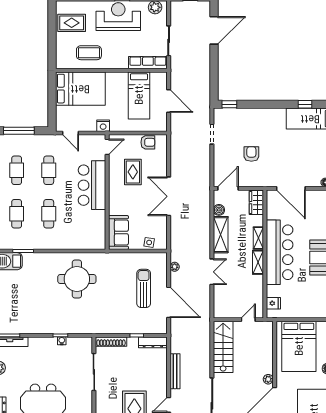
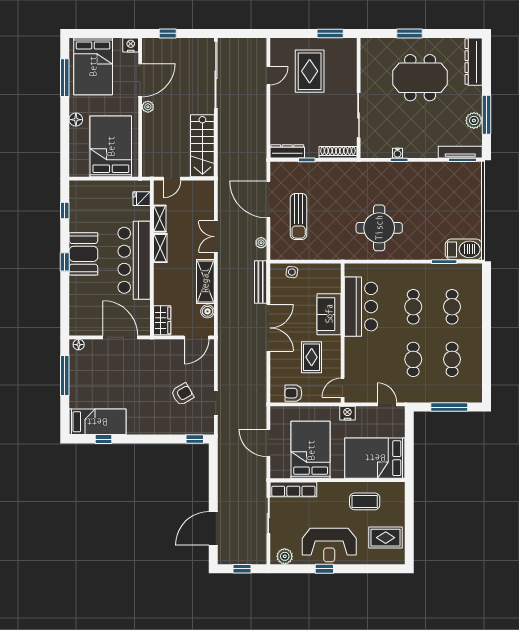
bed: (139, 95) -> (311, 450), width x1.50
armchair: (251, 154) -> (182, 394), moved, turned -120
bar counter: (92, 185) -> (361, 307), moved
sofa: (118, 233) -> (329, 314), moved
shelving: (258, 238) -> (160, 219), moved
bench: (175, 371) -> (261, 282), moved

